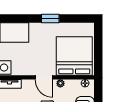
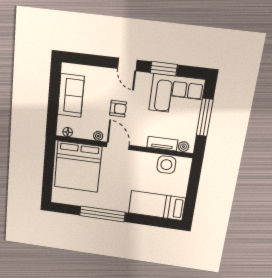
window: (50, 19) -> (102, 214), width x2.11

